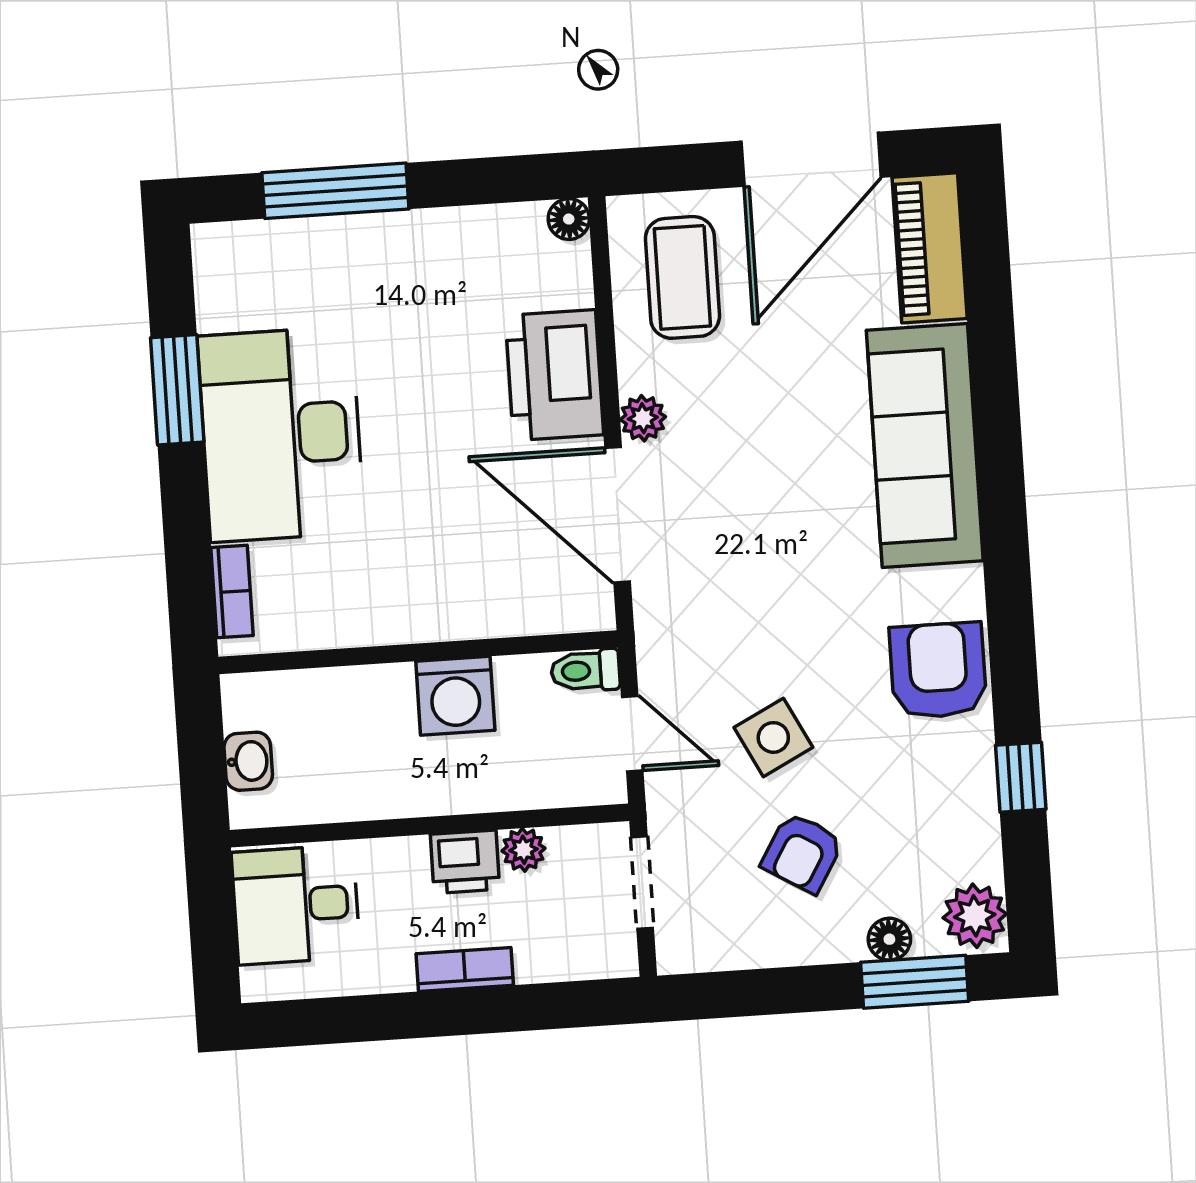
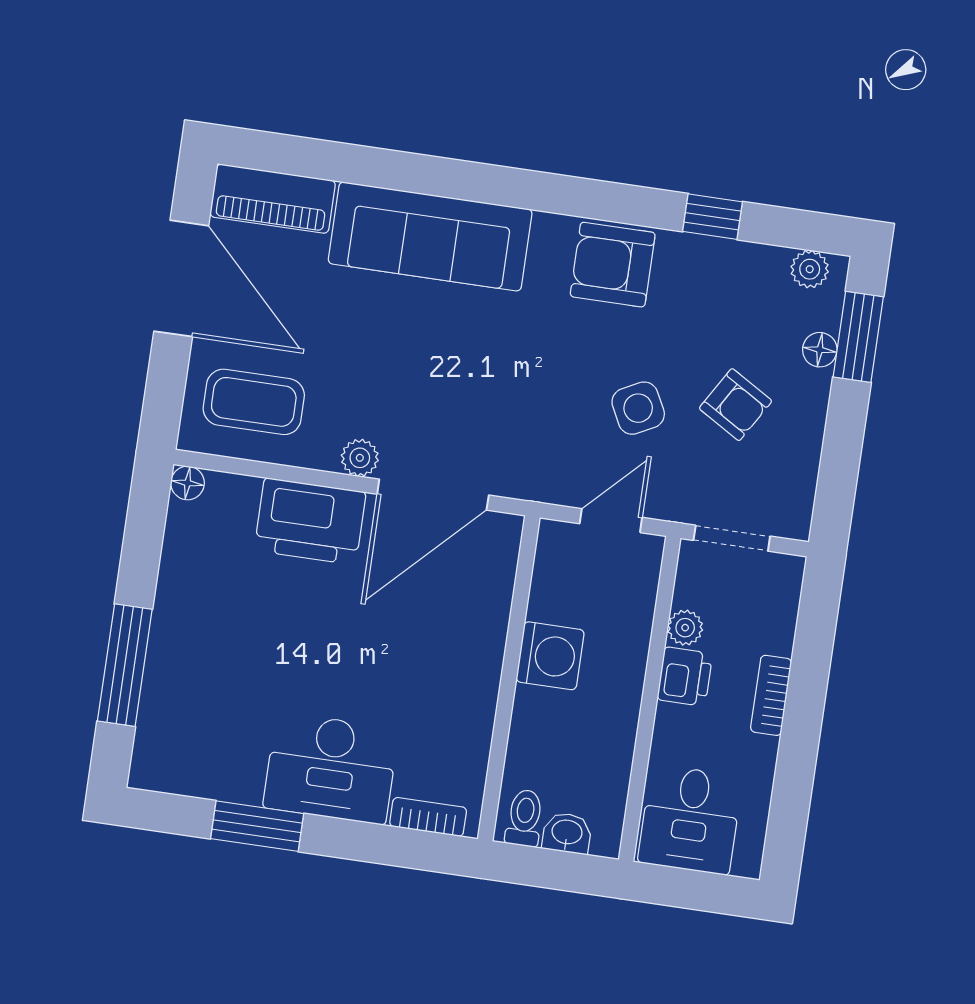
desk: (281, 434) -> (331, 768), width x0.73, depth x0.77
toilet: (585, 671) -> (524, 818), moved, turned 180
plant: (975, 916) -> (810, 269), width x0.73, depth x0.73

